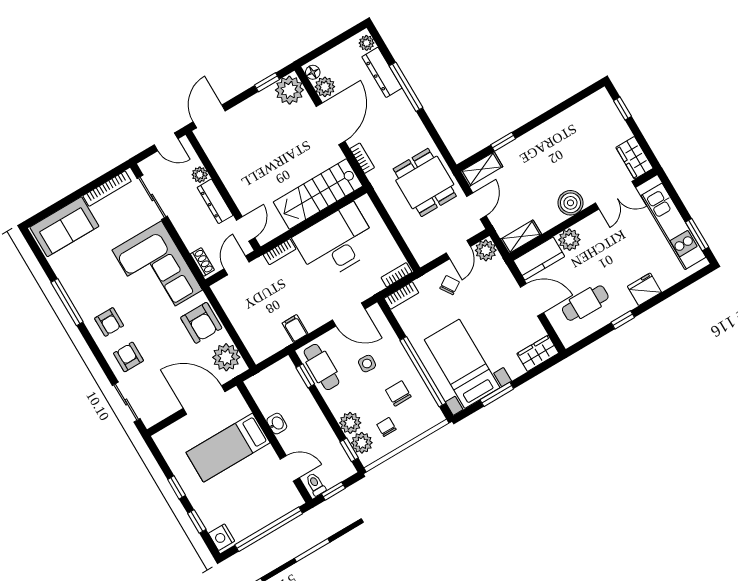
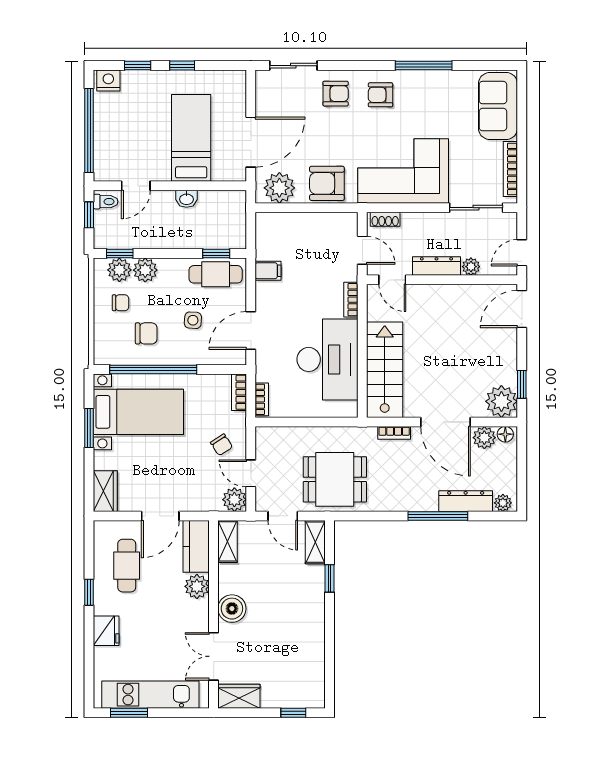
door: (209, 116) -> (522, 309), swing flipped

